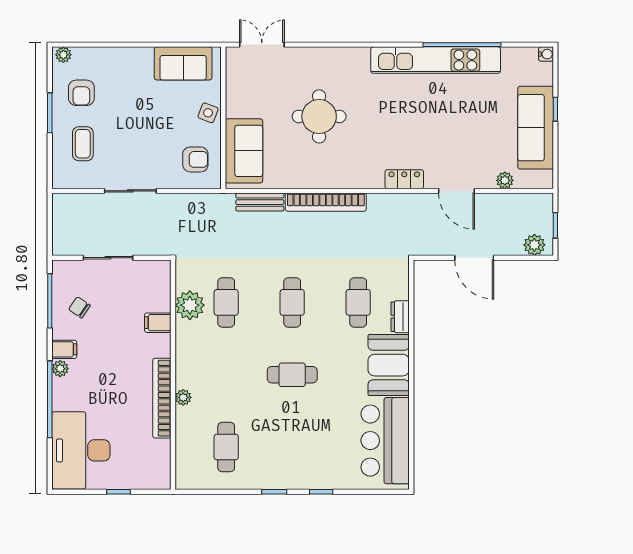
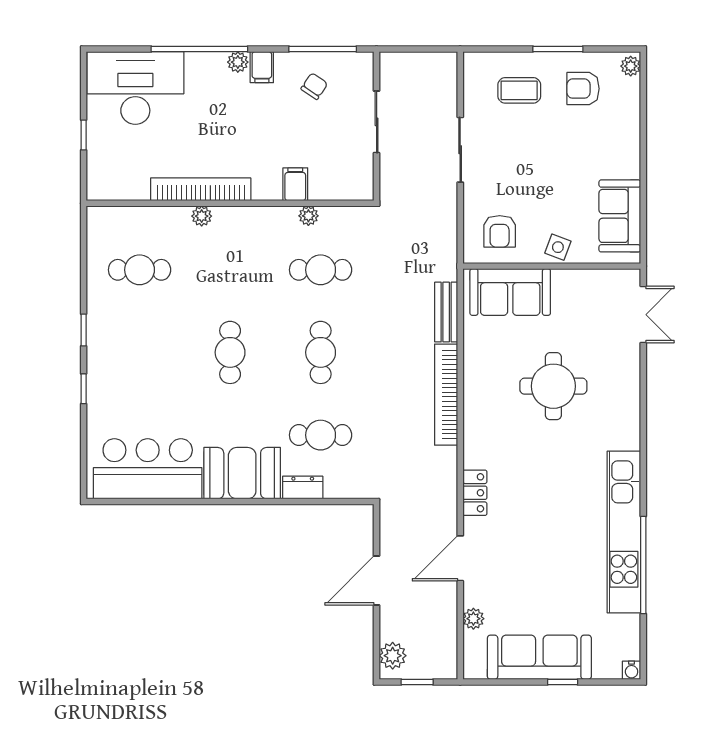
cafe table: (292, 302) -> (321, 352), turned 90
plant: (190, 305) -> (308, 216), width x0.53, depth x0.53

